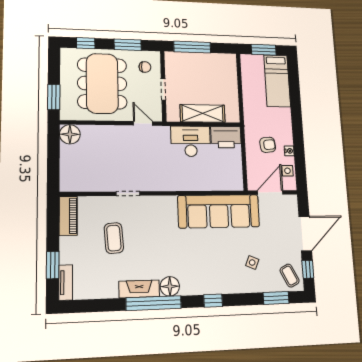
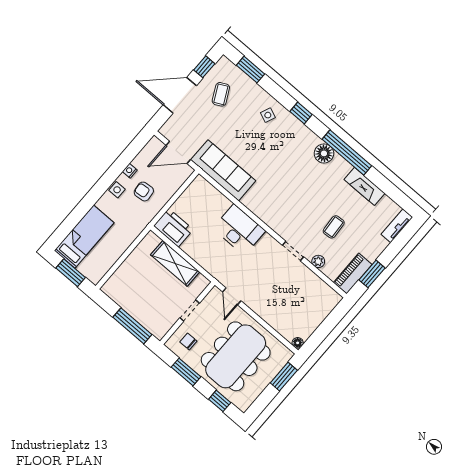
floor lamp: (70, 134) -> (298, 343), width x0.53, depth x0.53
desk: (191, 141) -> (239, 230), moved, turned 180
side table: (287, 171) -> (117, 190), moved
plant: (103, 202) -> (318, 261), added
sofa: (219, 211) -> (223, 170), width x0.74, depth x0.79
coffee table: (114, 238) -> (334, 227), width x0.73, depth x0.77
side table: (252, 262) -> (268, 115), moved
window: (53, 265) -> (372, 274), moved
coffee table: (290, 276) -> (221, 94), moved
fireplace: (139, 289) -> (364, 186), moved

